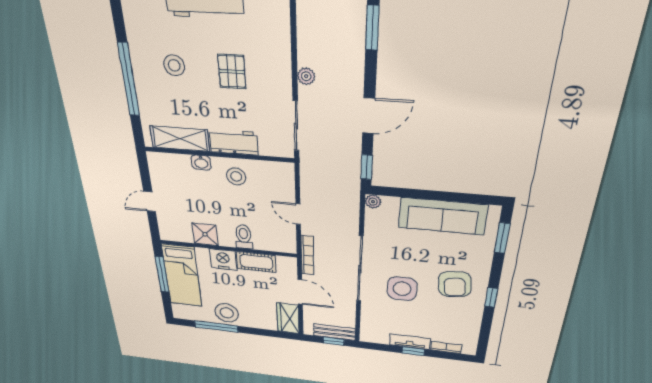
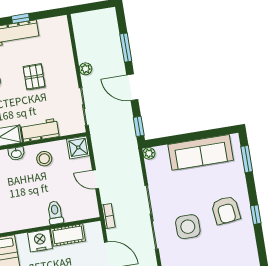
window: (372, 28) -> (126, 48), moved
door: (369, 116) -> (132, 87), swing flipped
shower: (205, 234) -> (78, 147), moved
bookcase: (307, 255) -> (108, 216), width x0.64

